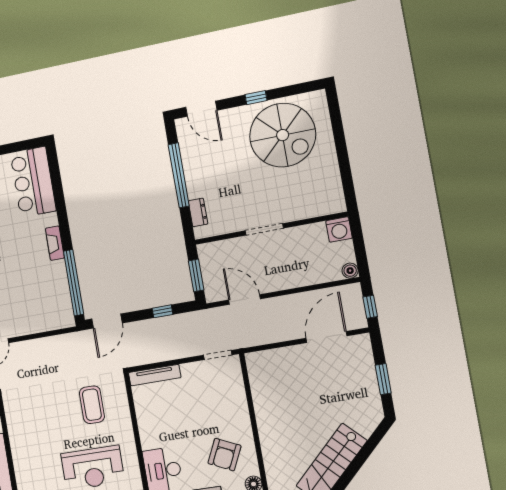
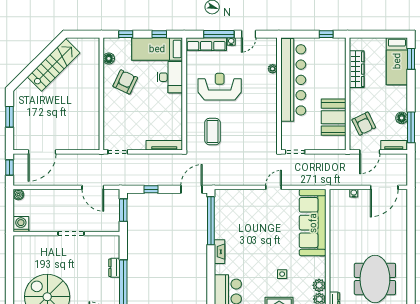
dresser: (198, 212) -> (114, 268), moved

